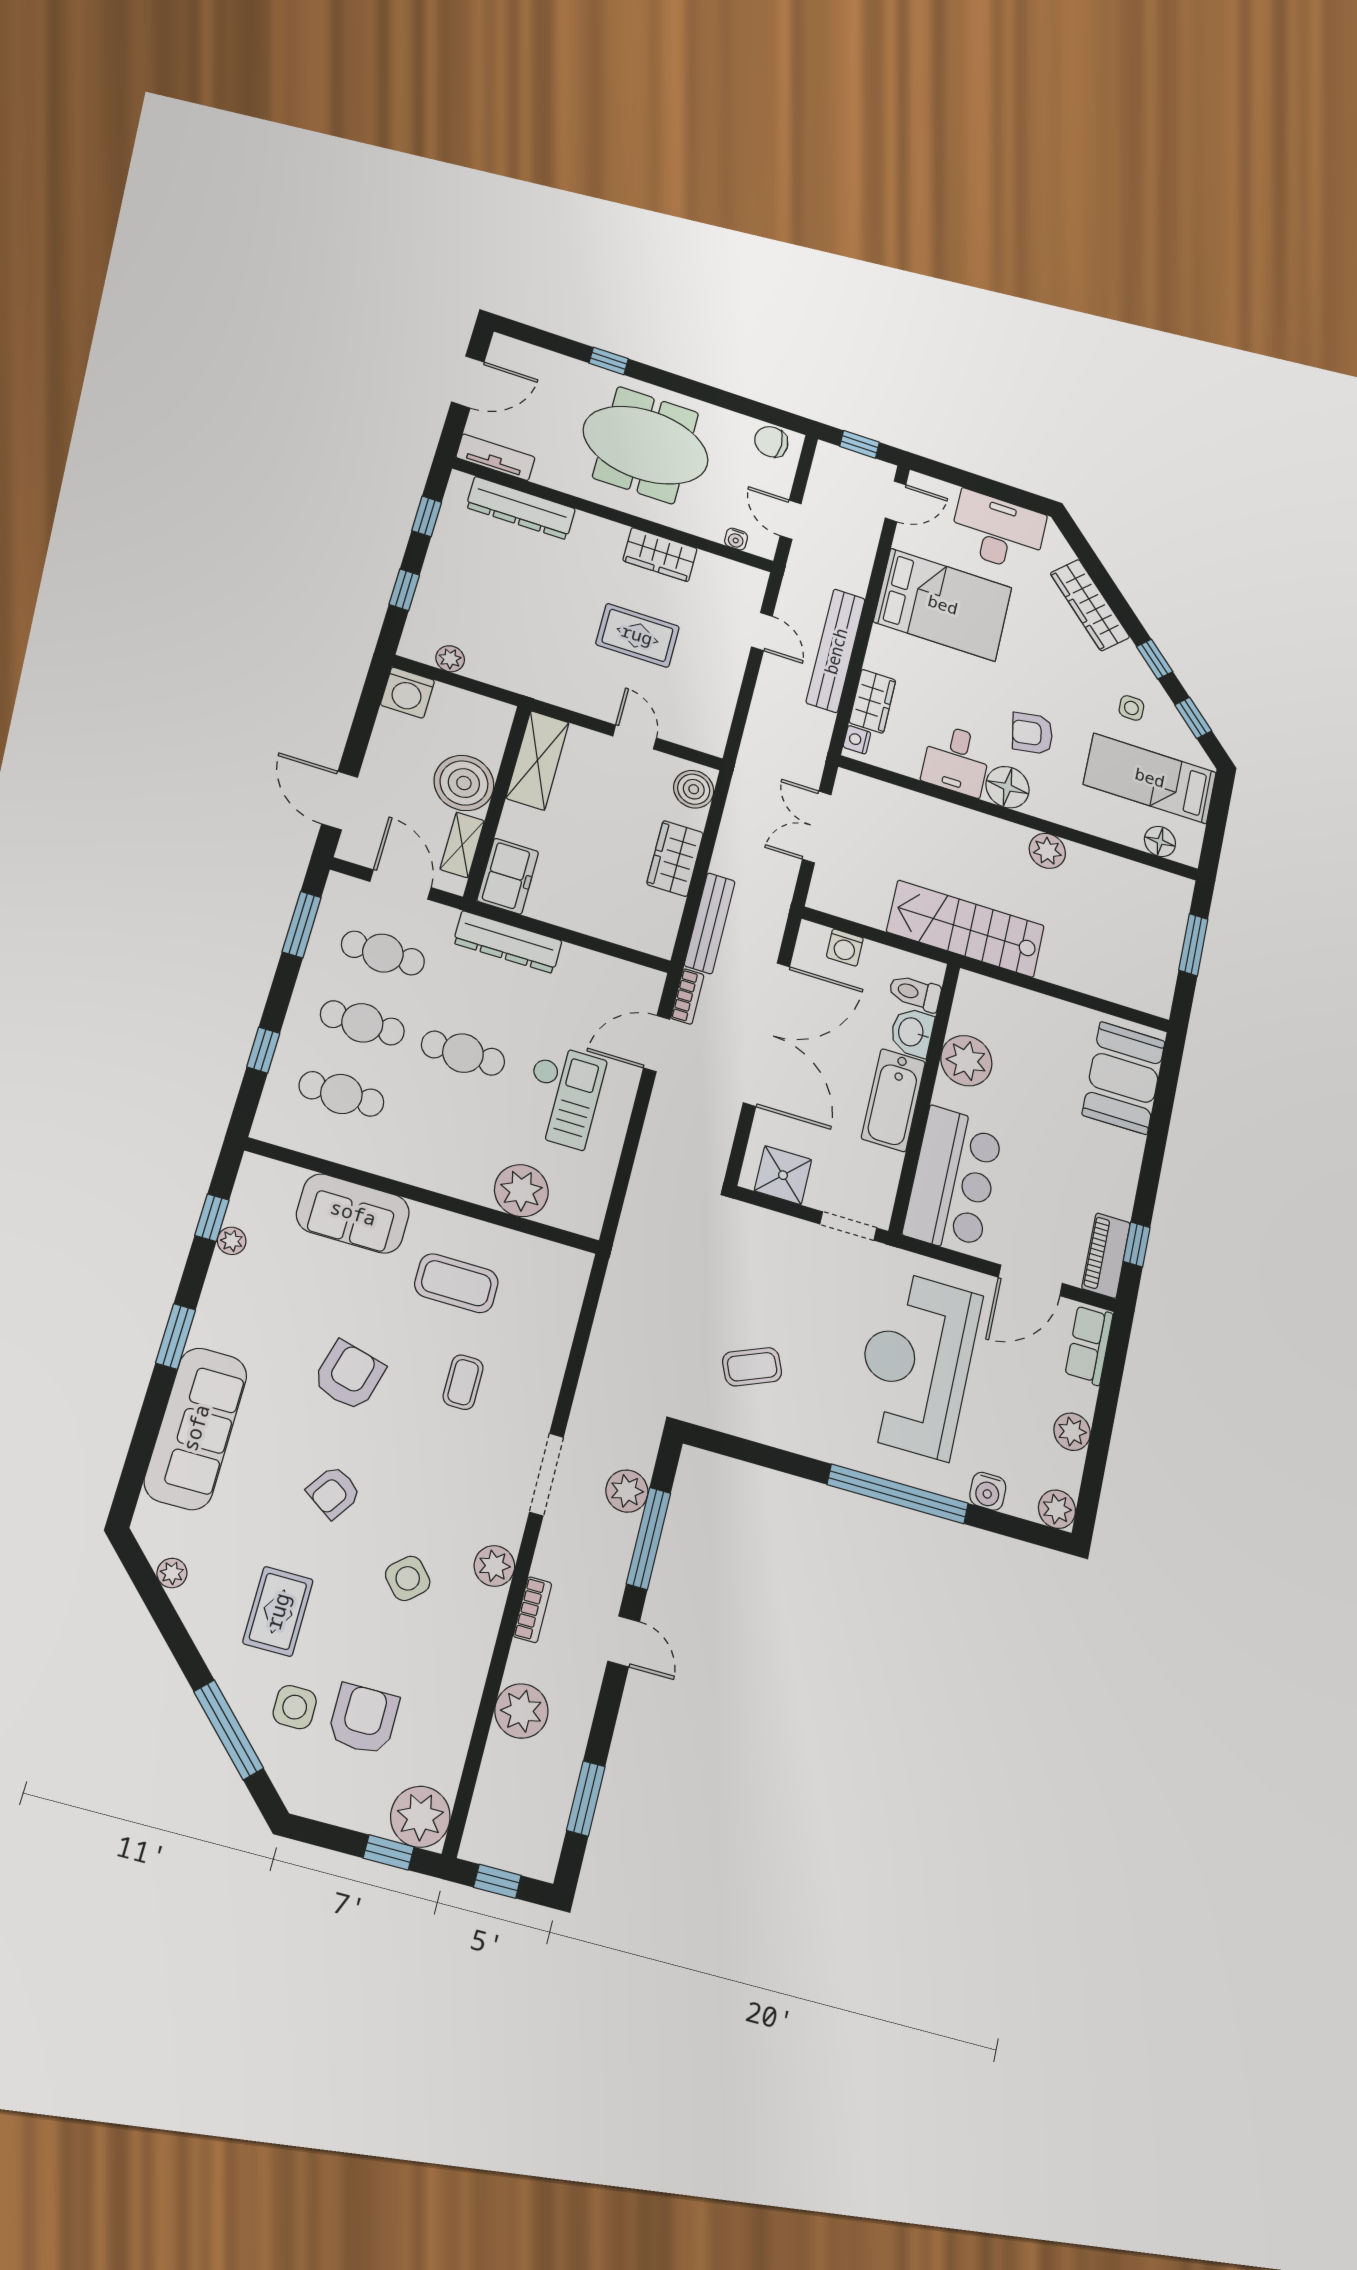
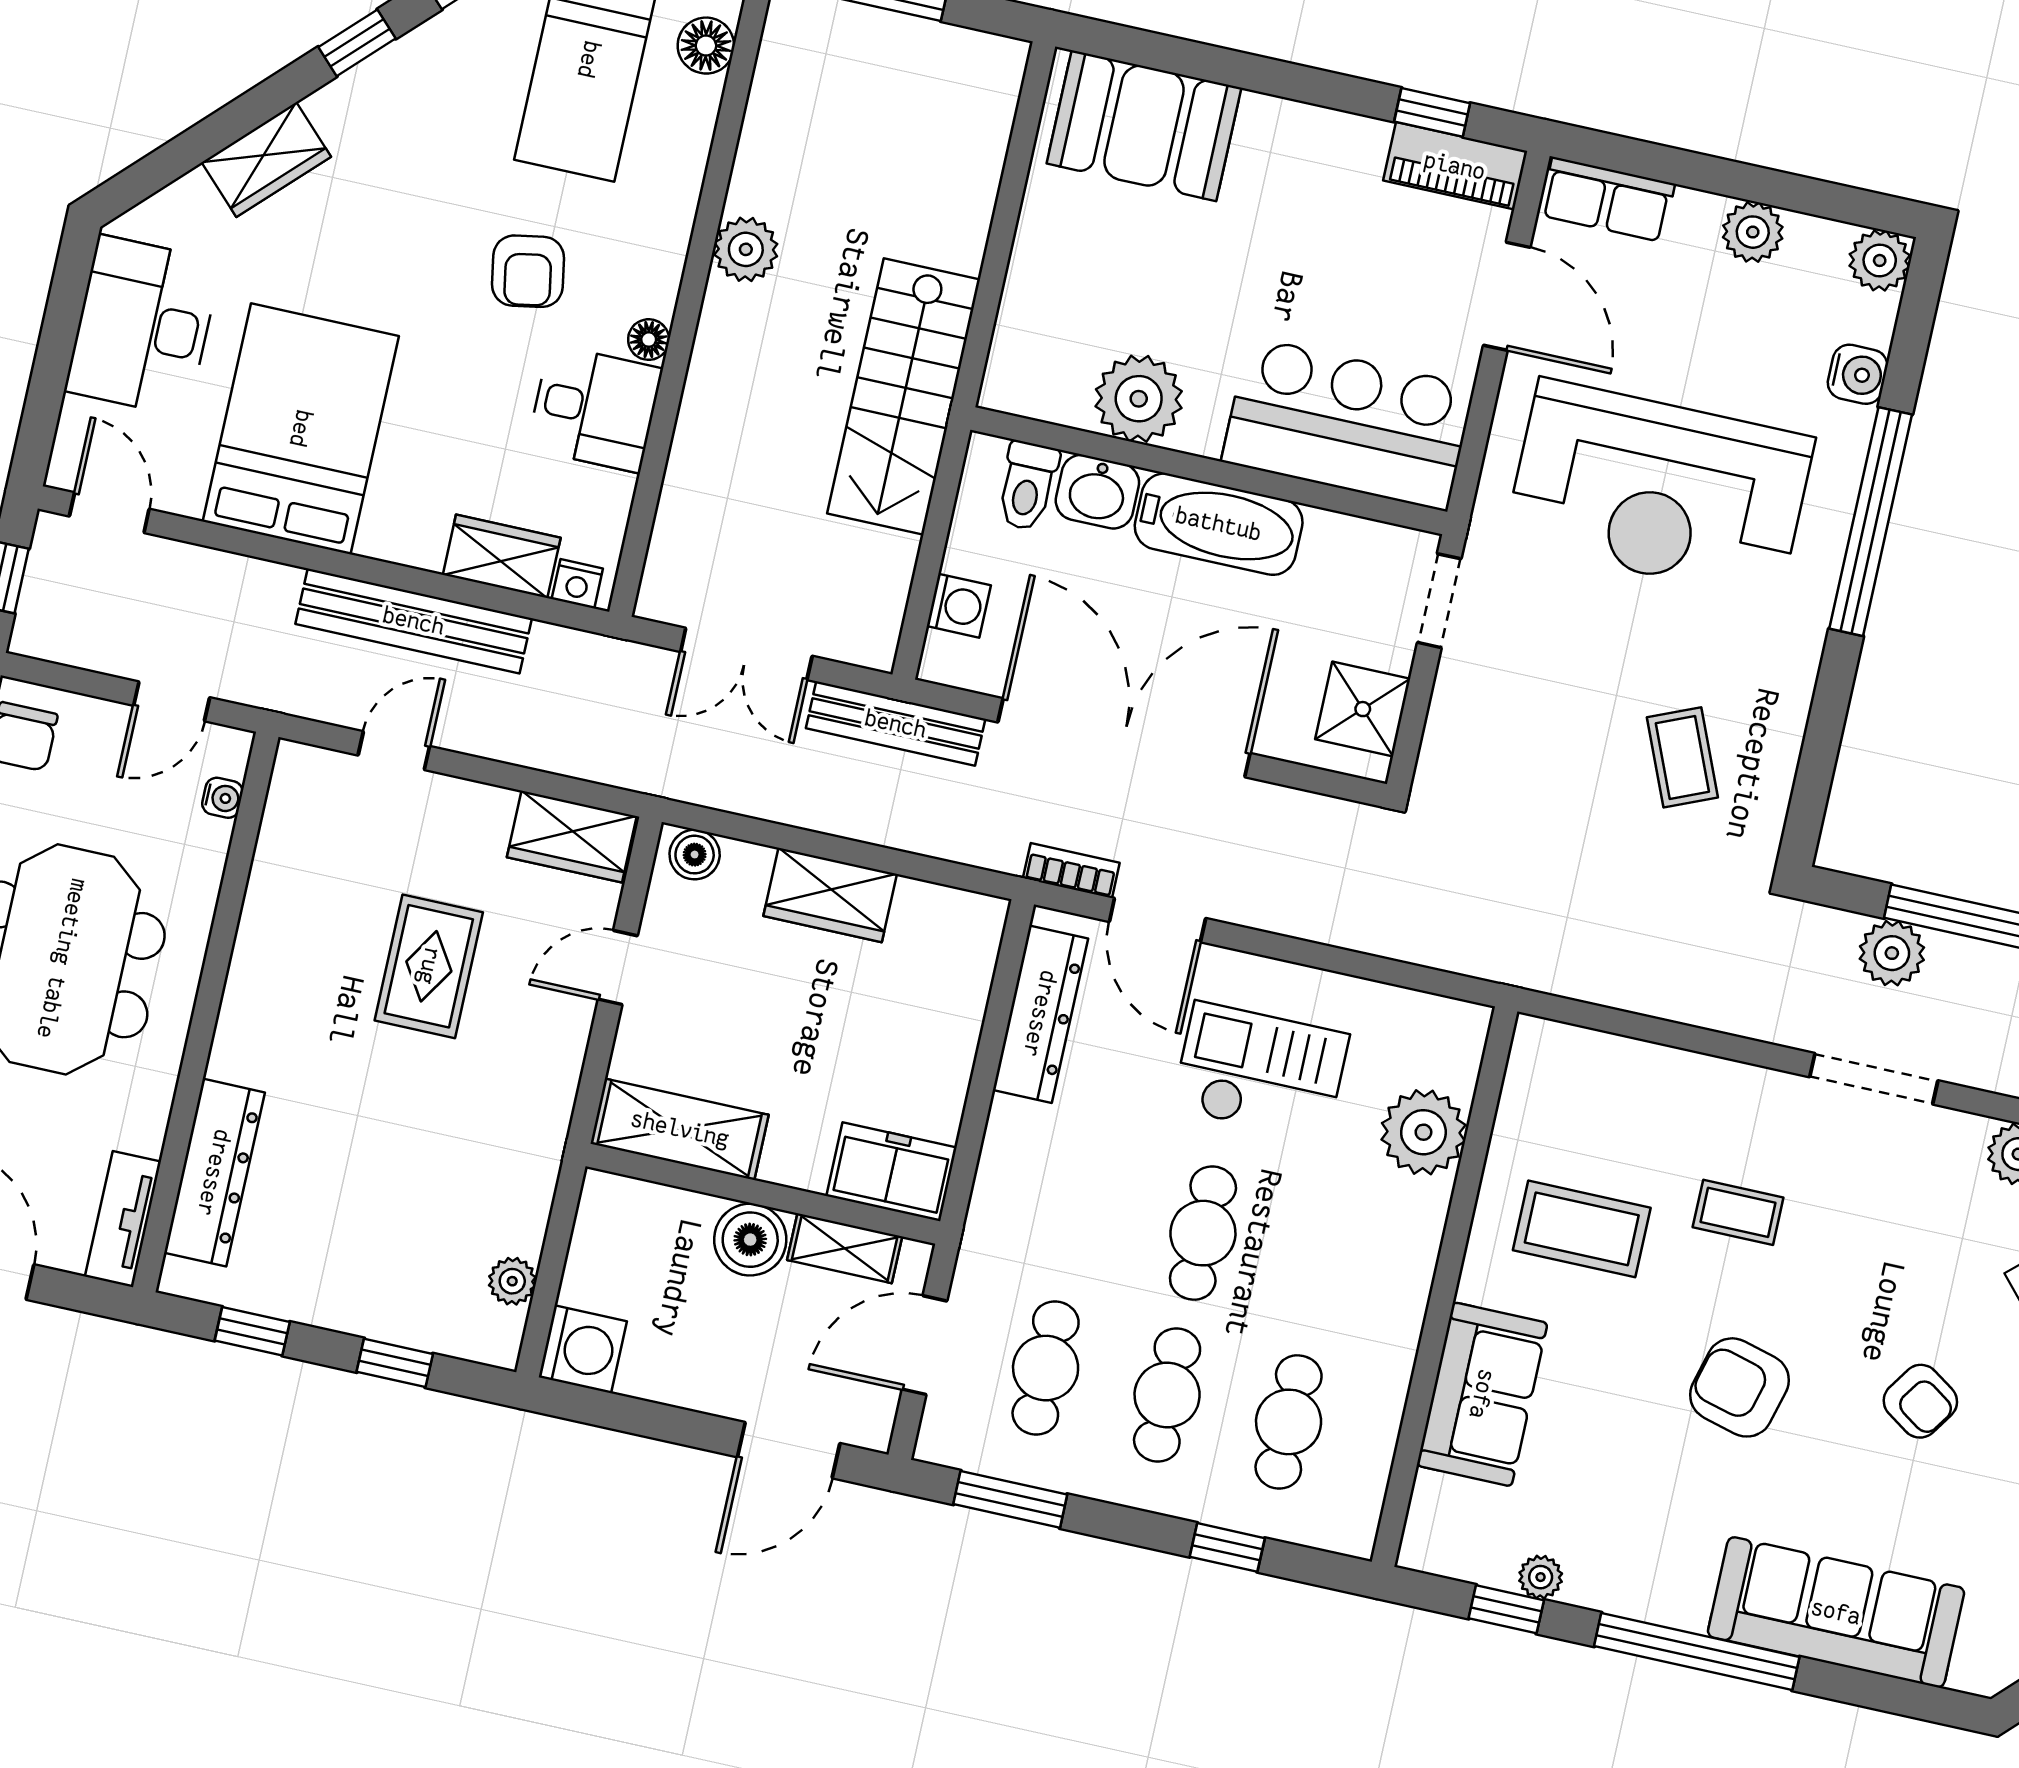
wardrobe: (660, 555) -> (572, 837), moved, turned 90
wardrobe: (1090, 605) -> (266, 160), width x0.67
side table: (1131, 708) -> (458, 89), removed
boiler: (464, 783) -> (750, 1240), width x0.73, depth x0.73
floor lamp: (1008, 787) -> (649, 340), width x0.53, depth x0.53
boiler: (694, 789) -> (695, 855), width x0.73, depth x0.73
bench: (710, 923) -> (896, 724), moved
dresser: (508, 942) -> (1040, 1014), moved
coffee table: (456, 1283) -> (1582, 1229), turned 90
window: (176, 1336) -> (1697, 1651), width x2.11

